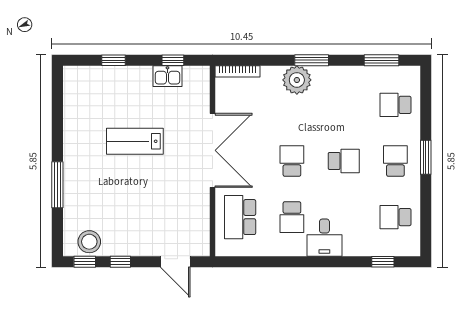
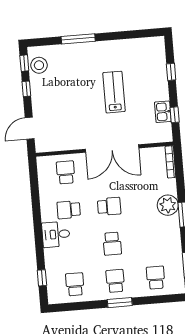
school desk: (395, 161) -> (115, 281), turned -90
school desk: (240, 217) -> (66, 172), width x0.54

